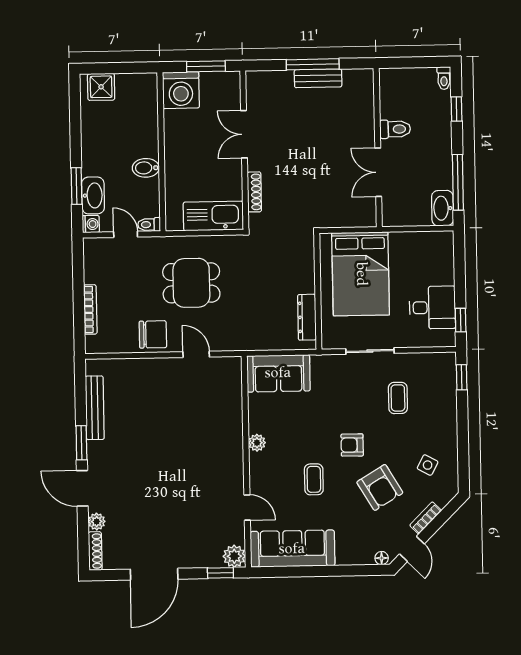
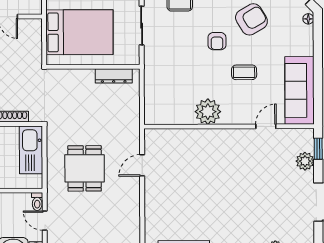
door: (126, 234) -> (45, 221), hinge flipped
chair: (153, 334) -> (126, 200), removed
sofa: (278, 373) -> (158, 100), removed
plant: (257, 443) -> (208, 112), width x1.87, depth x1.87
plant: (234, 556) -> (305, 161), moved

